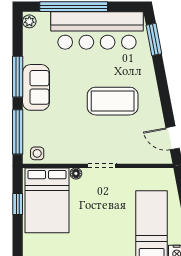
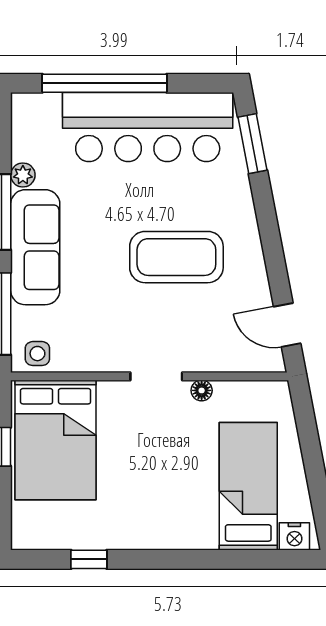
plant: (29, 21) -> (23, 175), moved
sofa: (36, 87) -> (35, 247), width x1.36
floor lamp: (76, 173) -> (202, 390), moved

